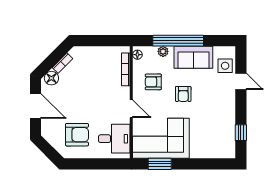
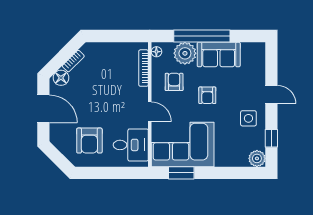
plant: (163, 51) -> (185, 53), width x1.87, depth x1.87
side table: (225, 66) -> (248, 118), moved
door: (241, 81) -> (271, 95), moved
armchair: (153, 82) -> (174, 82), turned 90
armchair: (77, 135) -> (89, 141), turned 90
plant: (228, 151) -> (257, 158), added

